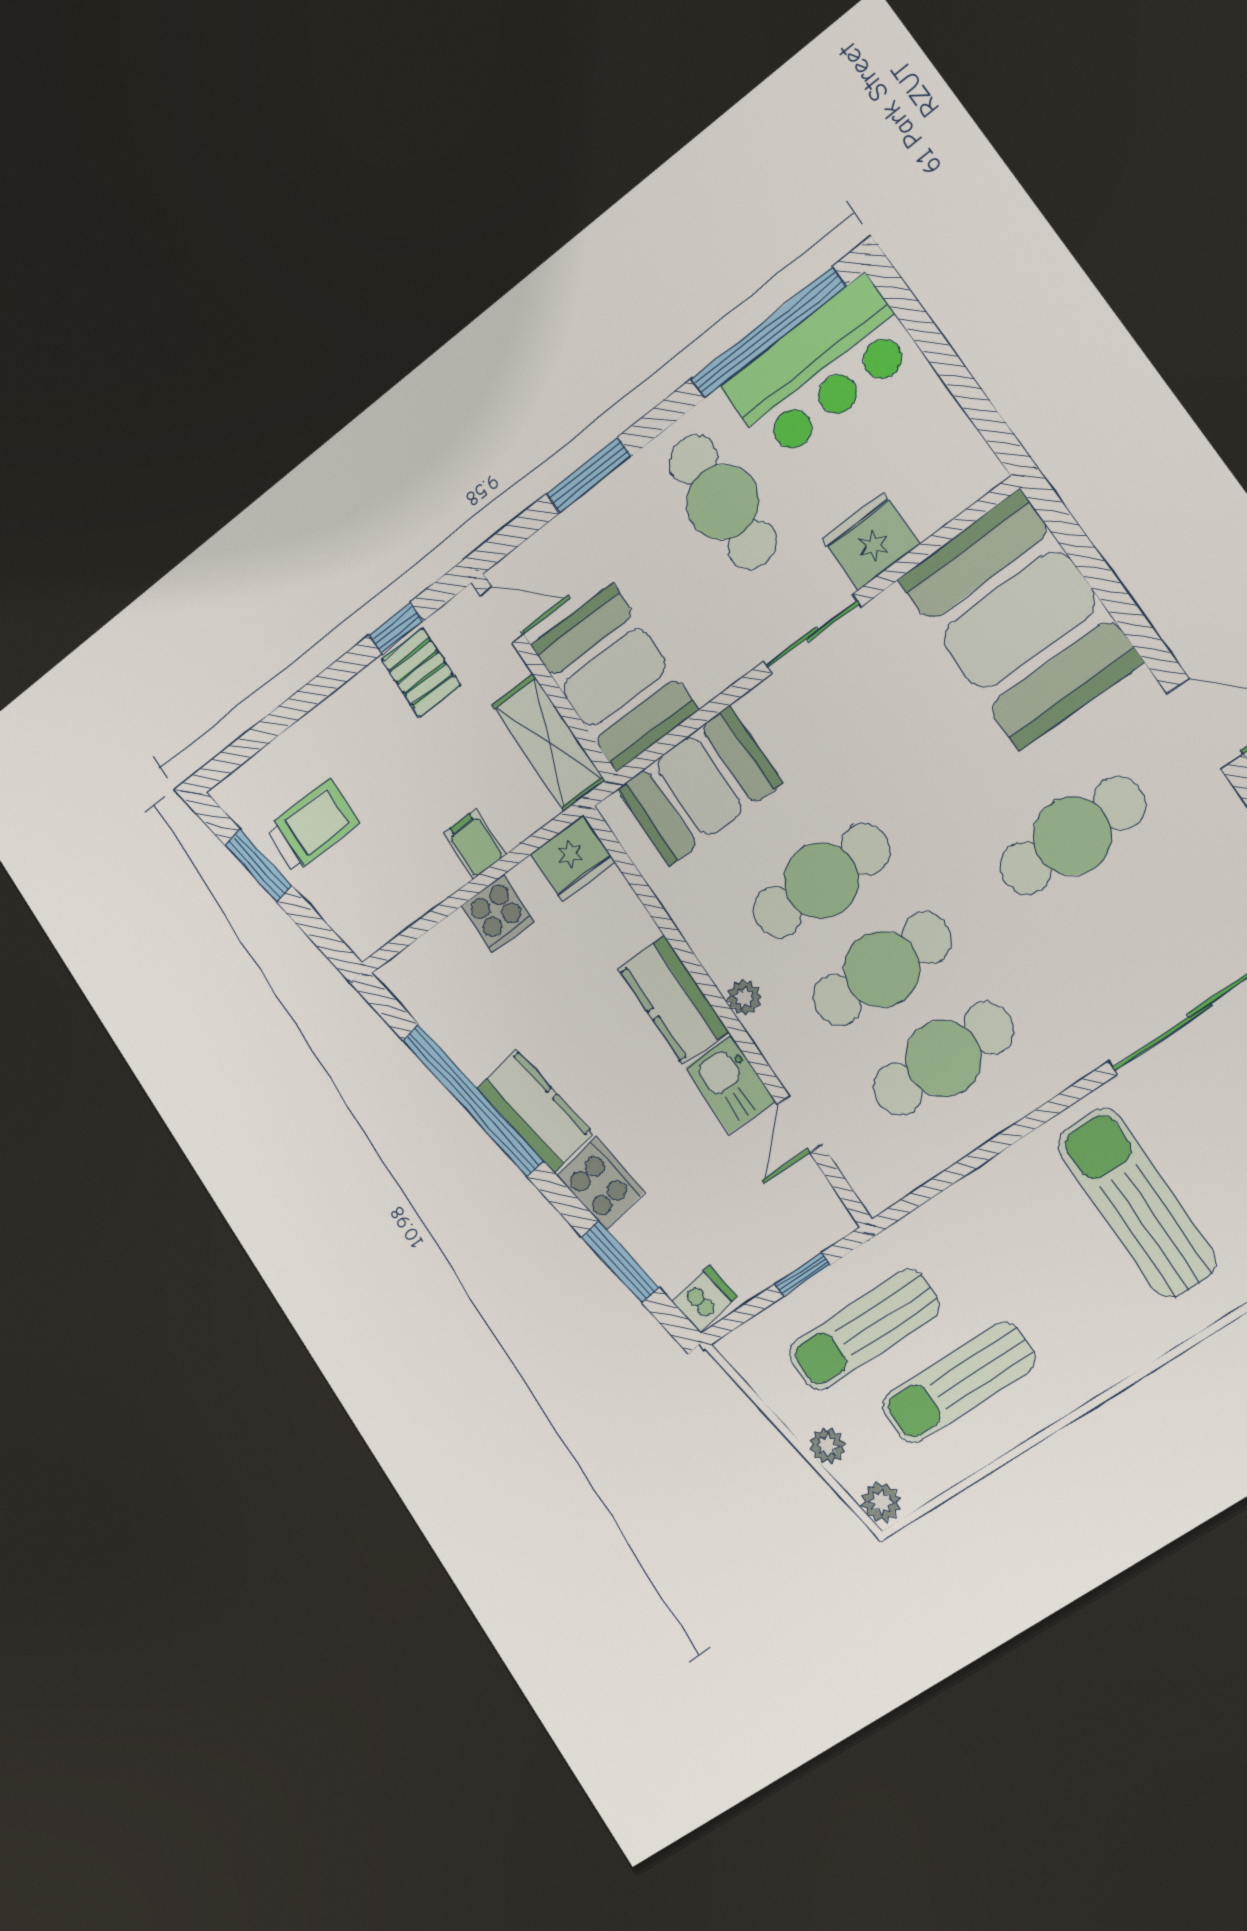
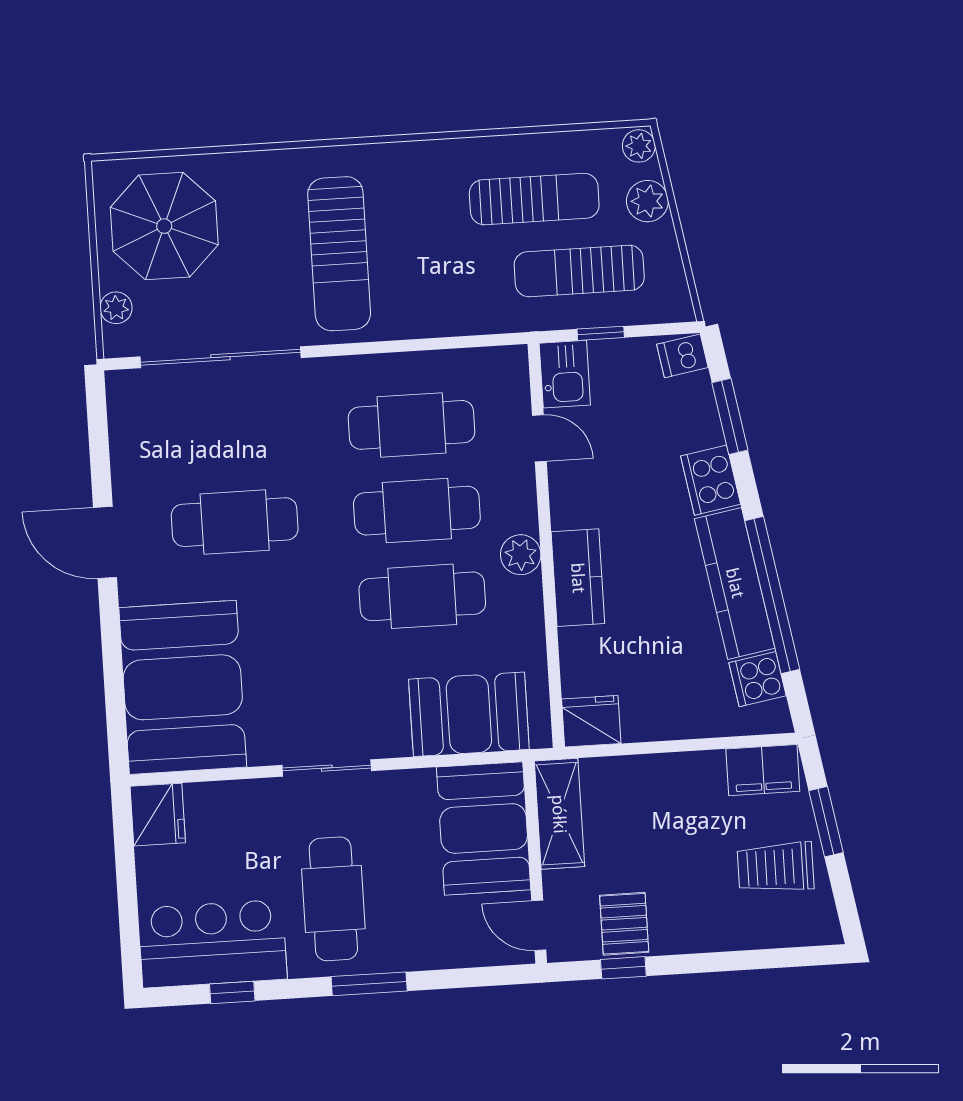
window: (768, 333) -> (232, 992), width x0.32
window: (589, 475) -> (369, 984), moved
fridge: (871, 541) -> (158, 815), moved, turned -90
filing cabinet: (475, 844) -> (763, 770), moved, width x2.00
window: (258, 866) -> (826, 822), moved
cooker: (498, 914) -> (757, 679), moved, turned -100
plant: (744, 998) -> (521, 555), width x1.38, depth x1.38
kitchen sink: (730, 1084) -> (565, 374), moved
kitchen counter: (535, 1111) -> (735, 583), width x1.50
door: (800, 1124) -> (539, 438), hinge flipped
sun lounger: (864, 1330) -> (579, 271), turned 180
plant: (827, 1446) -> (647, 201), width x1.38, depth x1.38

